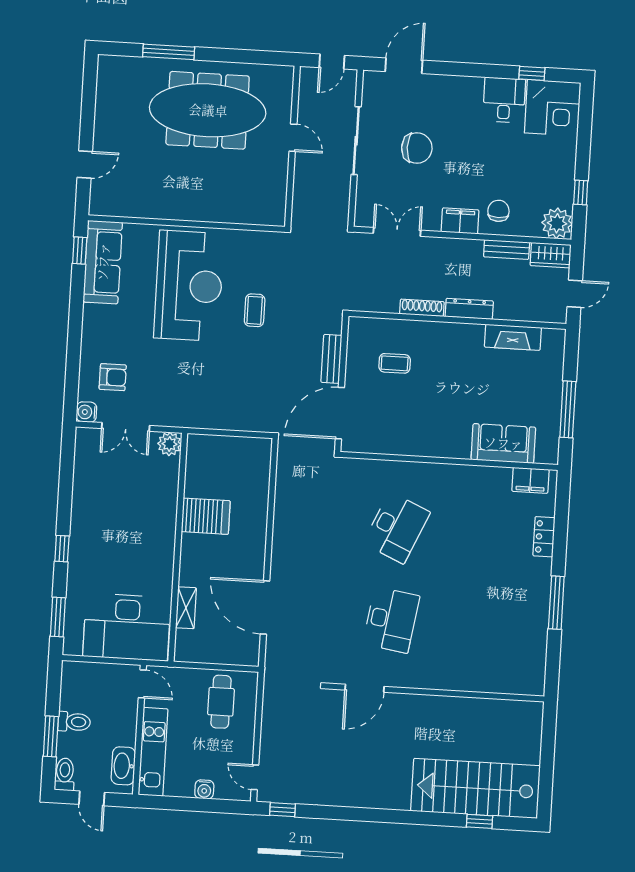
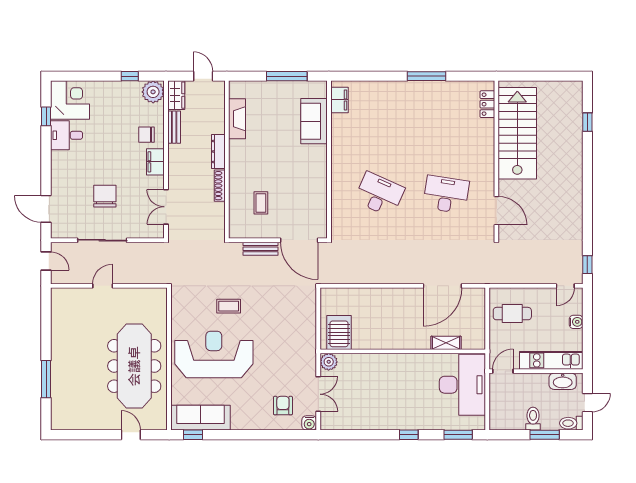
meeting table: (208, 110) -> (134, 366), moved
server rack: (206, 516) -> (339, 332), moved
locker: (544, 537) -> (487, 104), moved, turned 90
stairs: (475, 788) -> (517, 133), moved, turned 180

